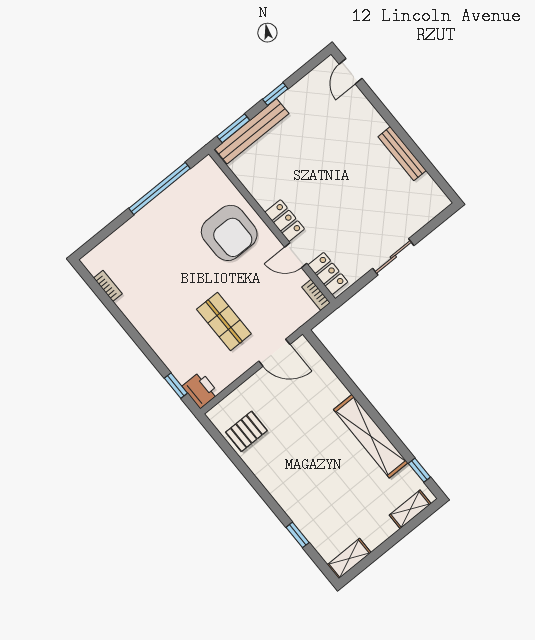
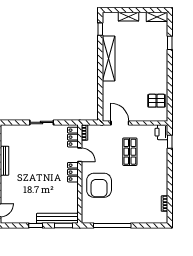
armchair: (229, 233) -> (99, 185), turned 180
shelving: (410, 509) -> (128, 17), moved

